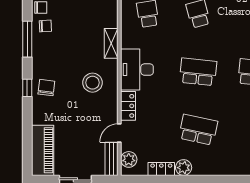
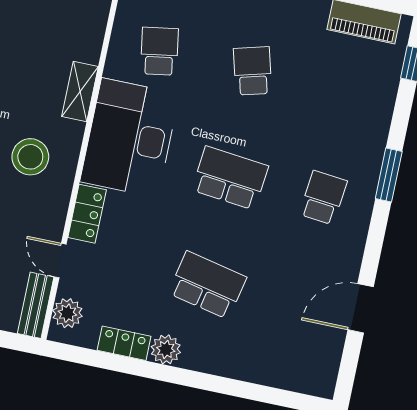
desk: (137, 70) -> (130, 138), width x1.36, depth x1.30
door: (119, 133) -> (60, 261), hinge flipped

